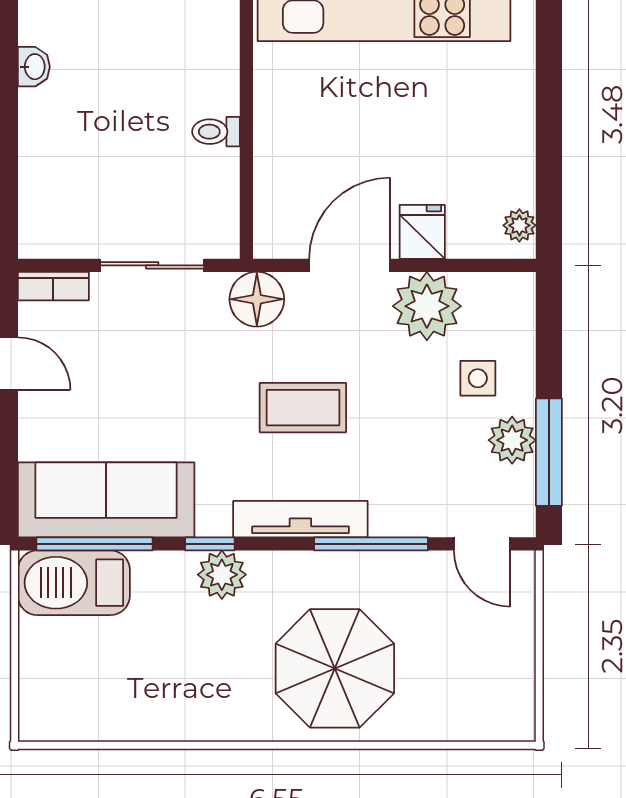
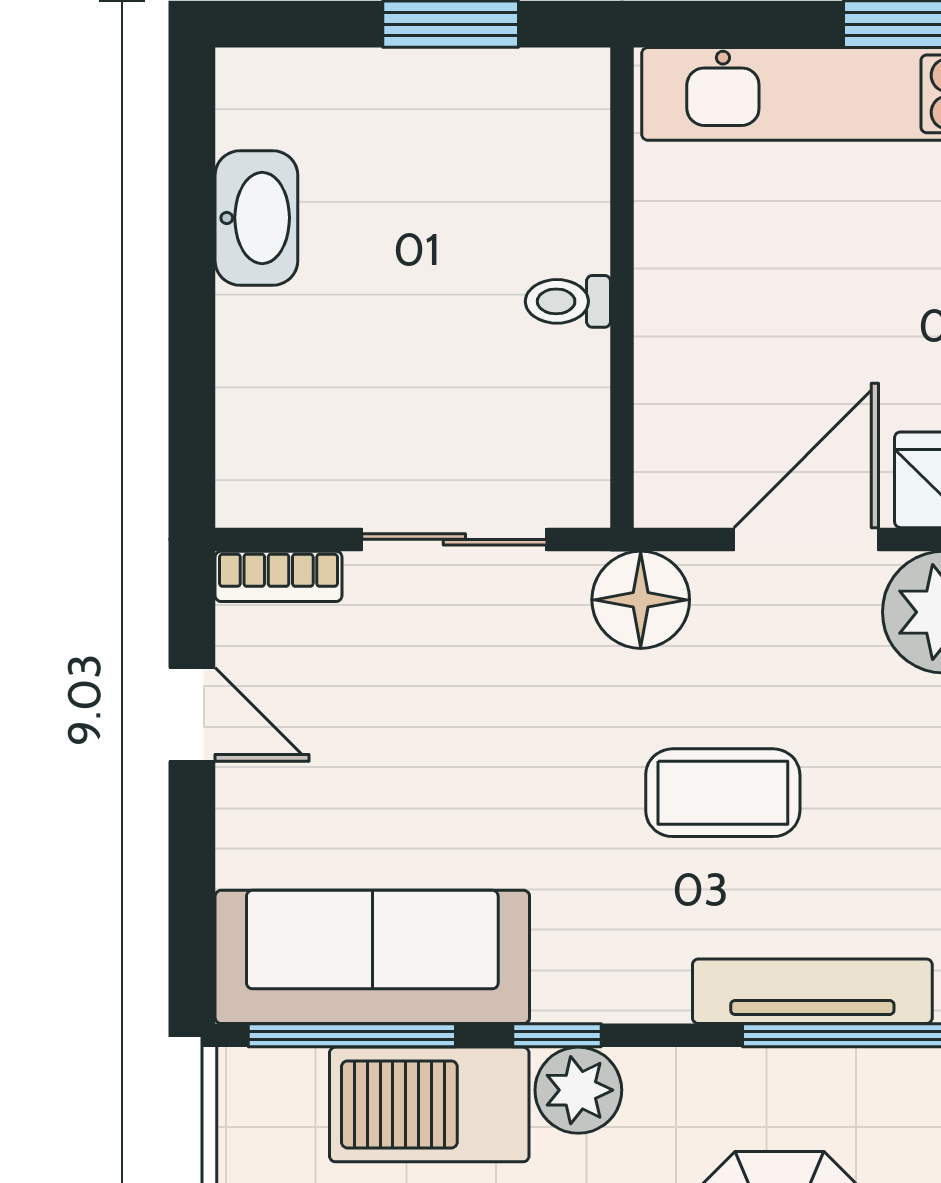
washbasin: (34, 67) -> (256, 218), width x1.91, depth x1.45
tv unit: (300, 519) -> (812, 991), moved
barbecue: (74, 583) -> (429, 1104), moved

